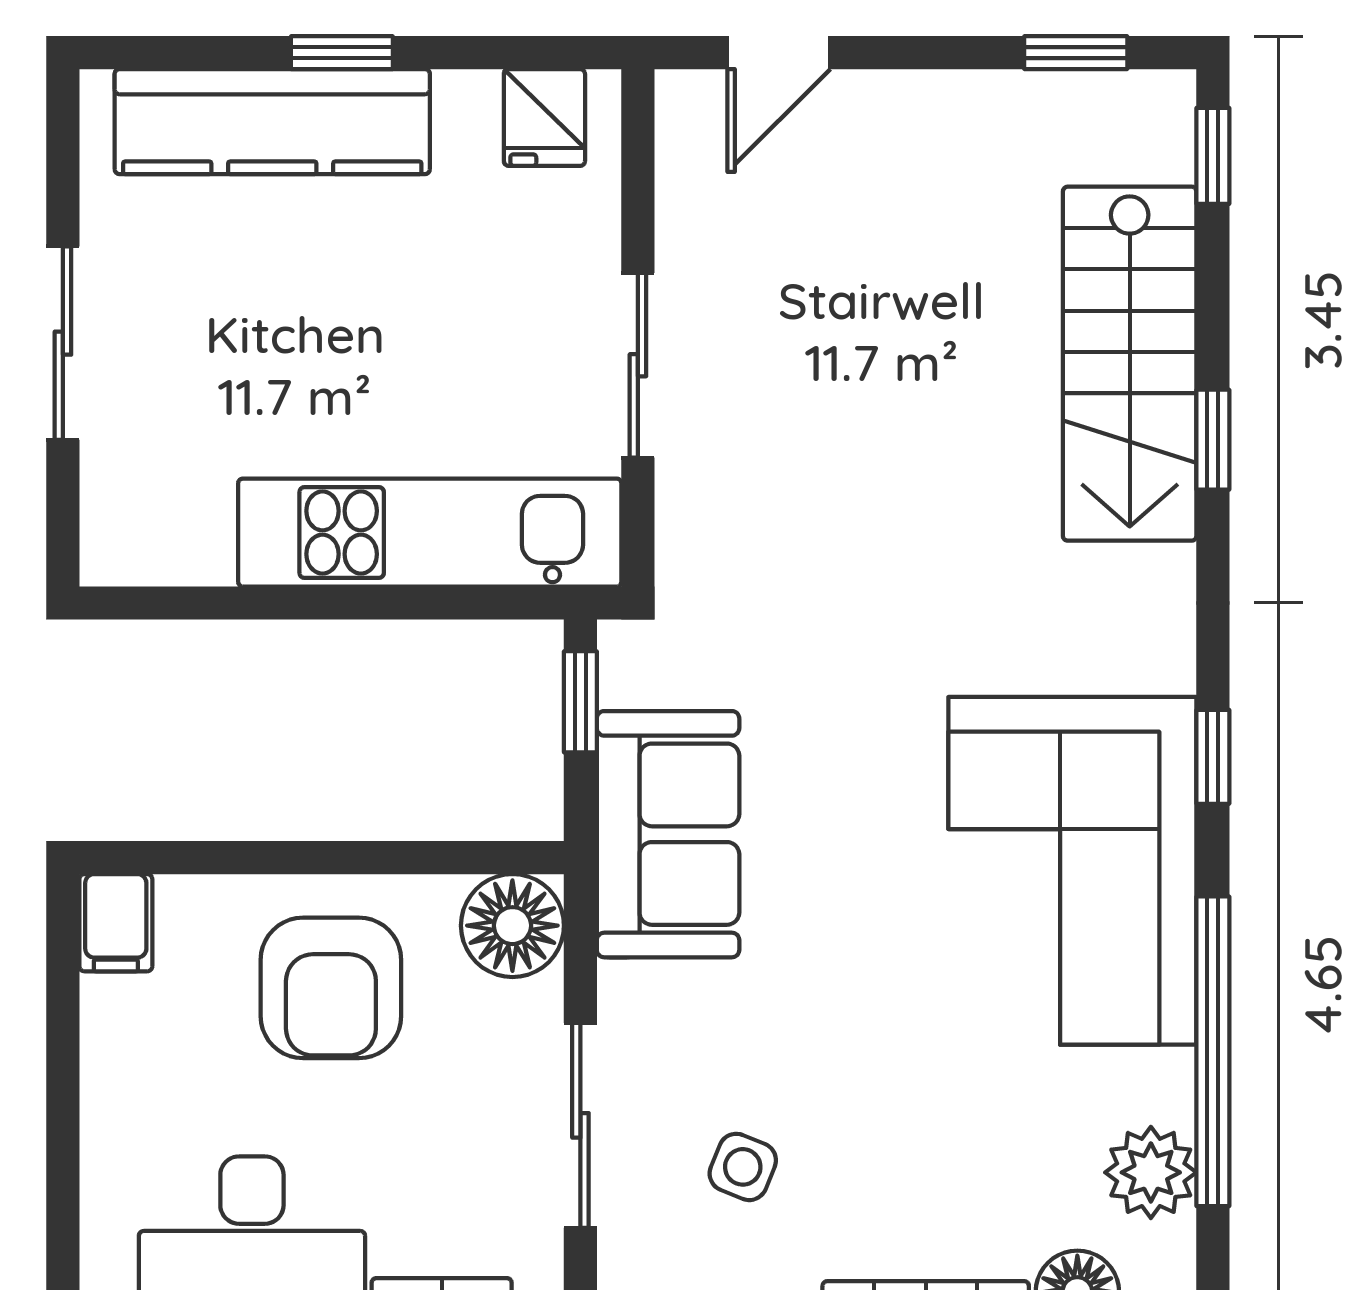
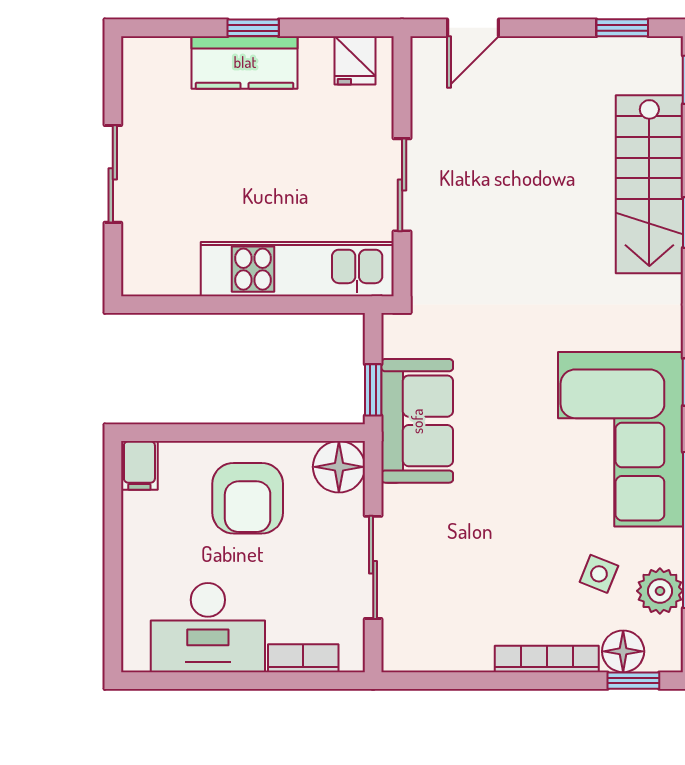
kitchen counter: (272, 122) -> (245, 62), width x0.67
window: (580, 702) -> (373, 390), moved
side table: (743, 1167) -> (599, 574), moved

